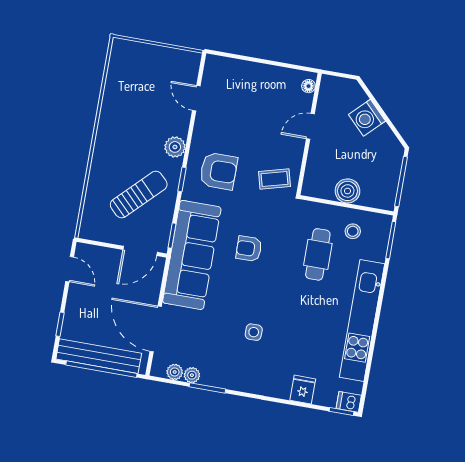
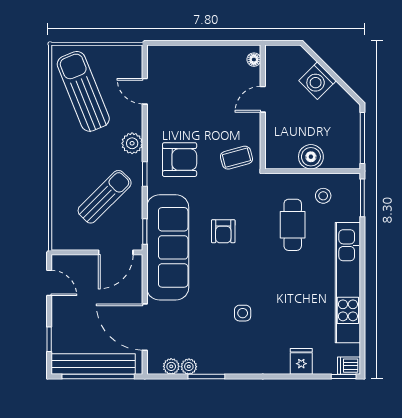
sun lounger: (136, 88) -> (83, 91), added
armchair: (249, 249) -> (223, 231), turned -89

